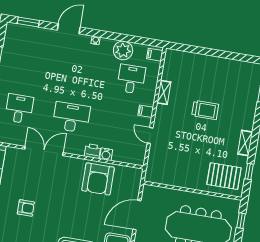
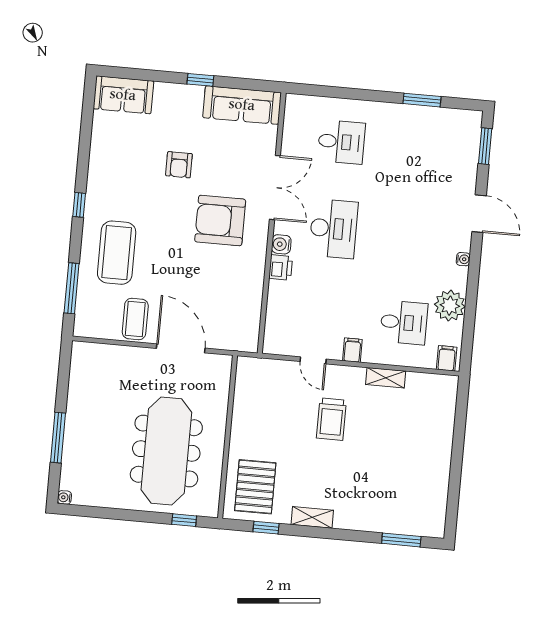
trolley: (205, 110) -> (331, 419), moved
door: (150, 136) -> (313, 360), swing flipped
water cooler: (106, 154) -> (281, 244), moved
armchair: (98, 179) -> (220, 220), moved

